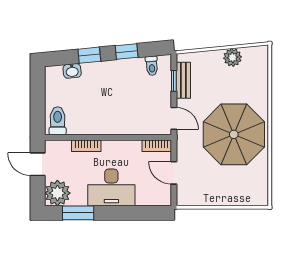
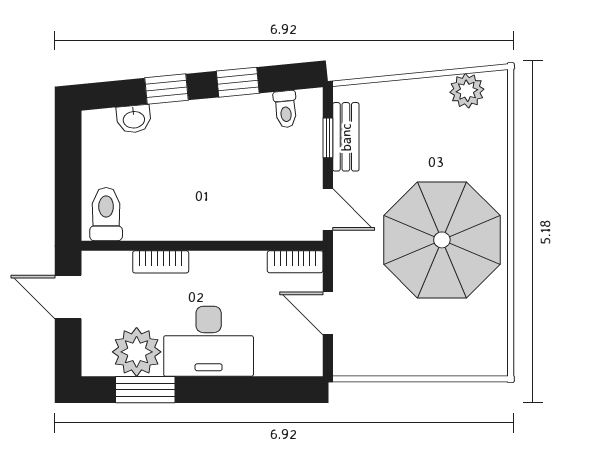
plant: (233, 57) -> (467, 91), moved
plant: (57, 193) -> (137, 352), moved

